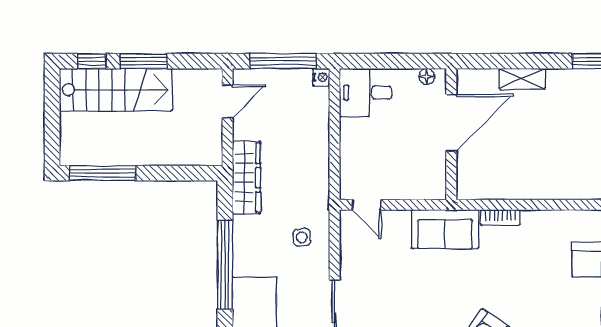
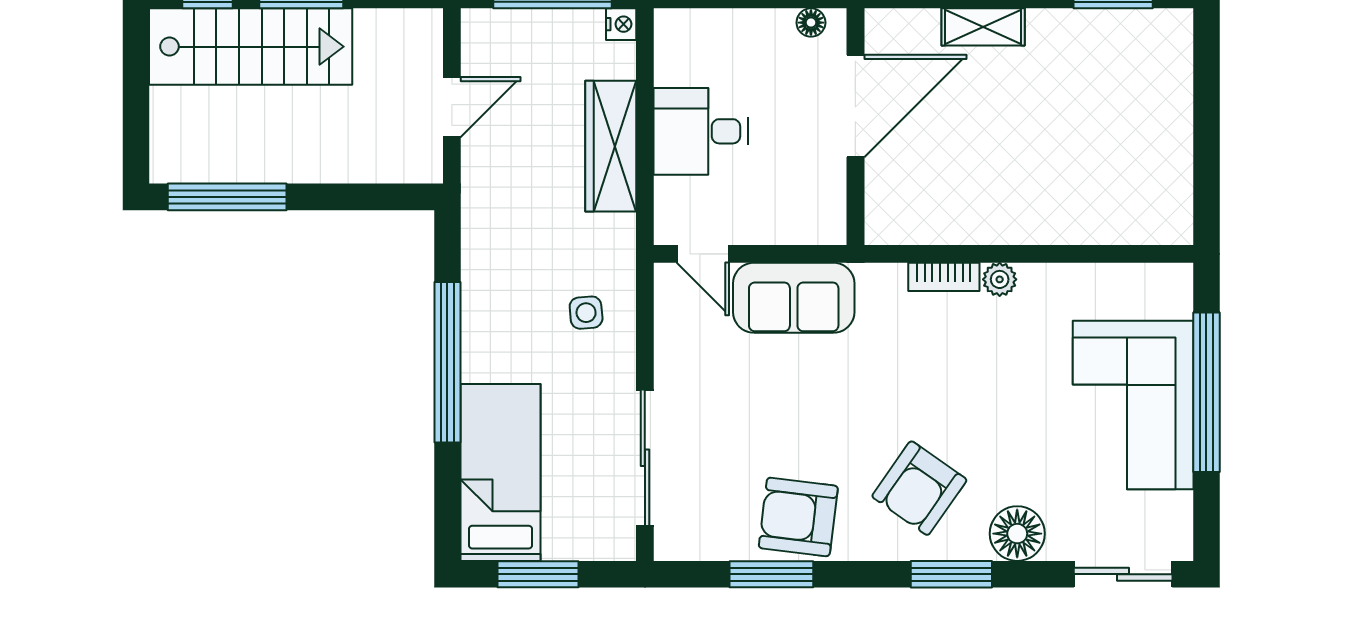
desk: (365, 93) -> (701, 131), moved
door: (227, 101) -> (452, 107), moved
wardrobe: (246, 178) -> (611, 146), moved, turned 180
plant: (531, 219) -> (1000, 279), added
sofa: (445, 229) -> (794, 298), moved

